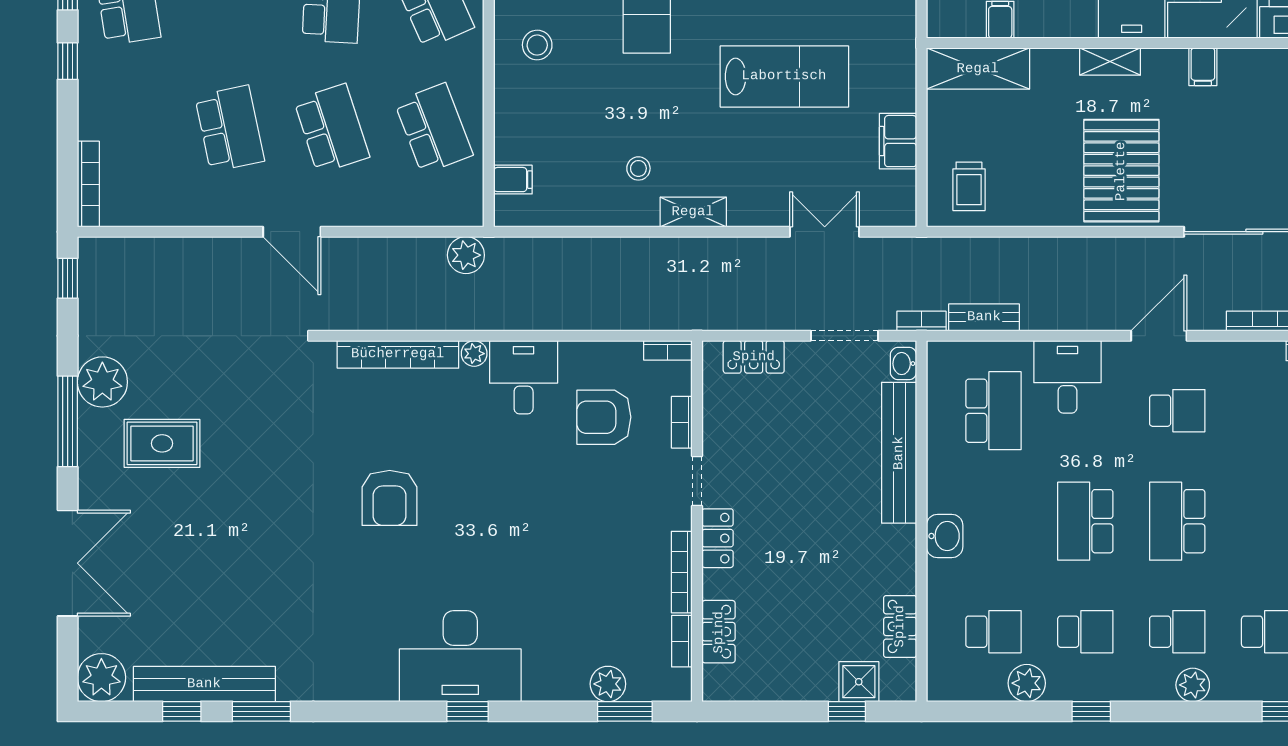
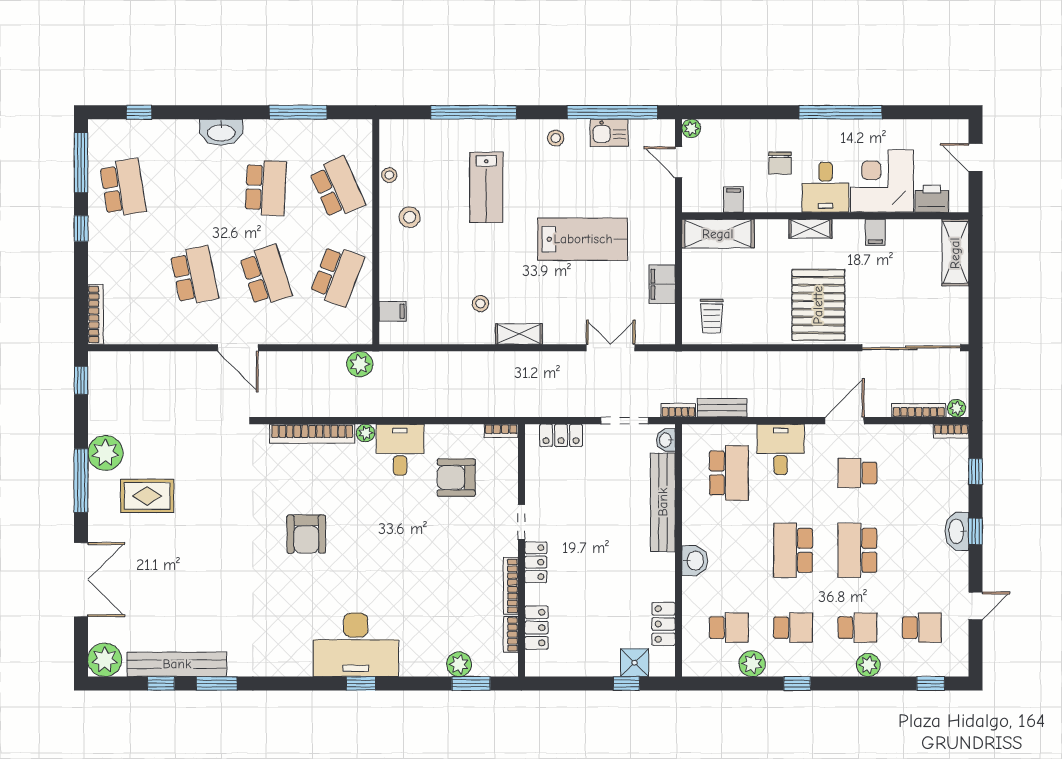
school desk: (434, 129) -> (337, 276), turned 42
school desk: (1177, 411) -> (857, 473), turned 180
bookcase: (682, 422) -> (511, 481), removed

